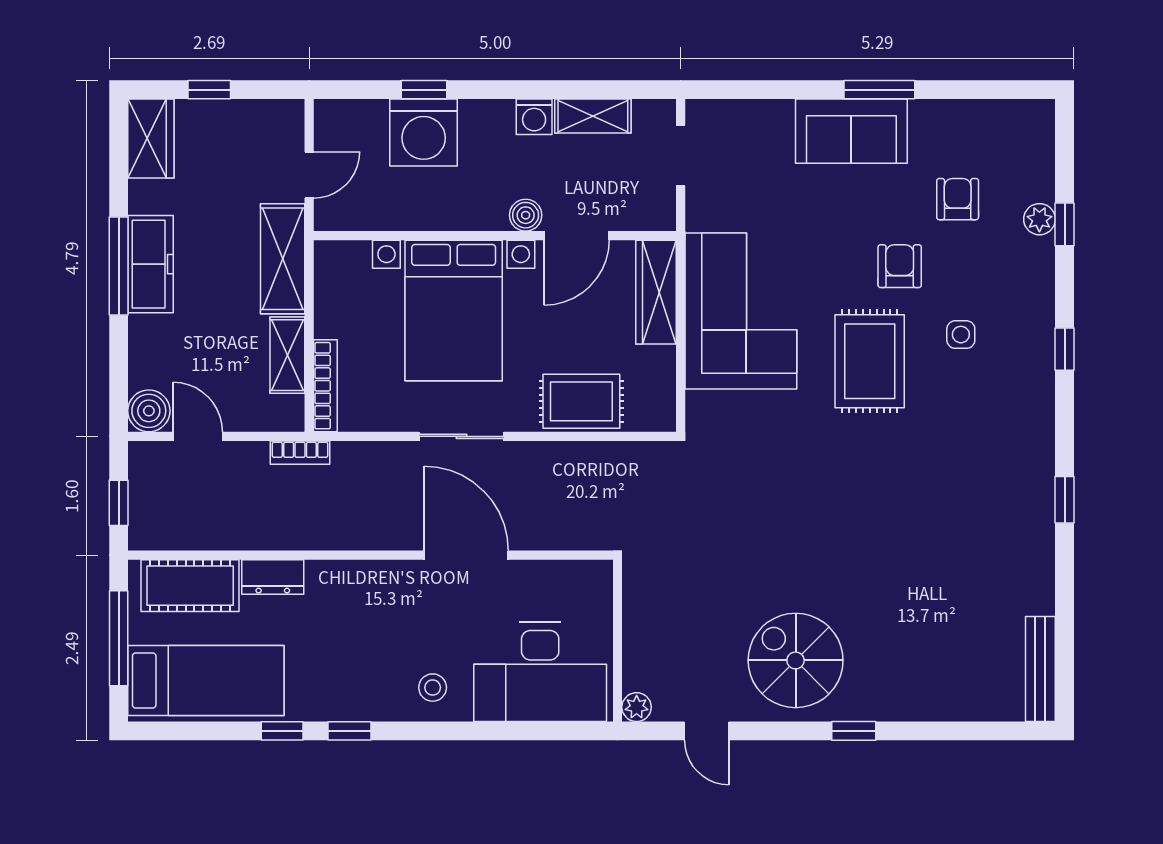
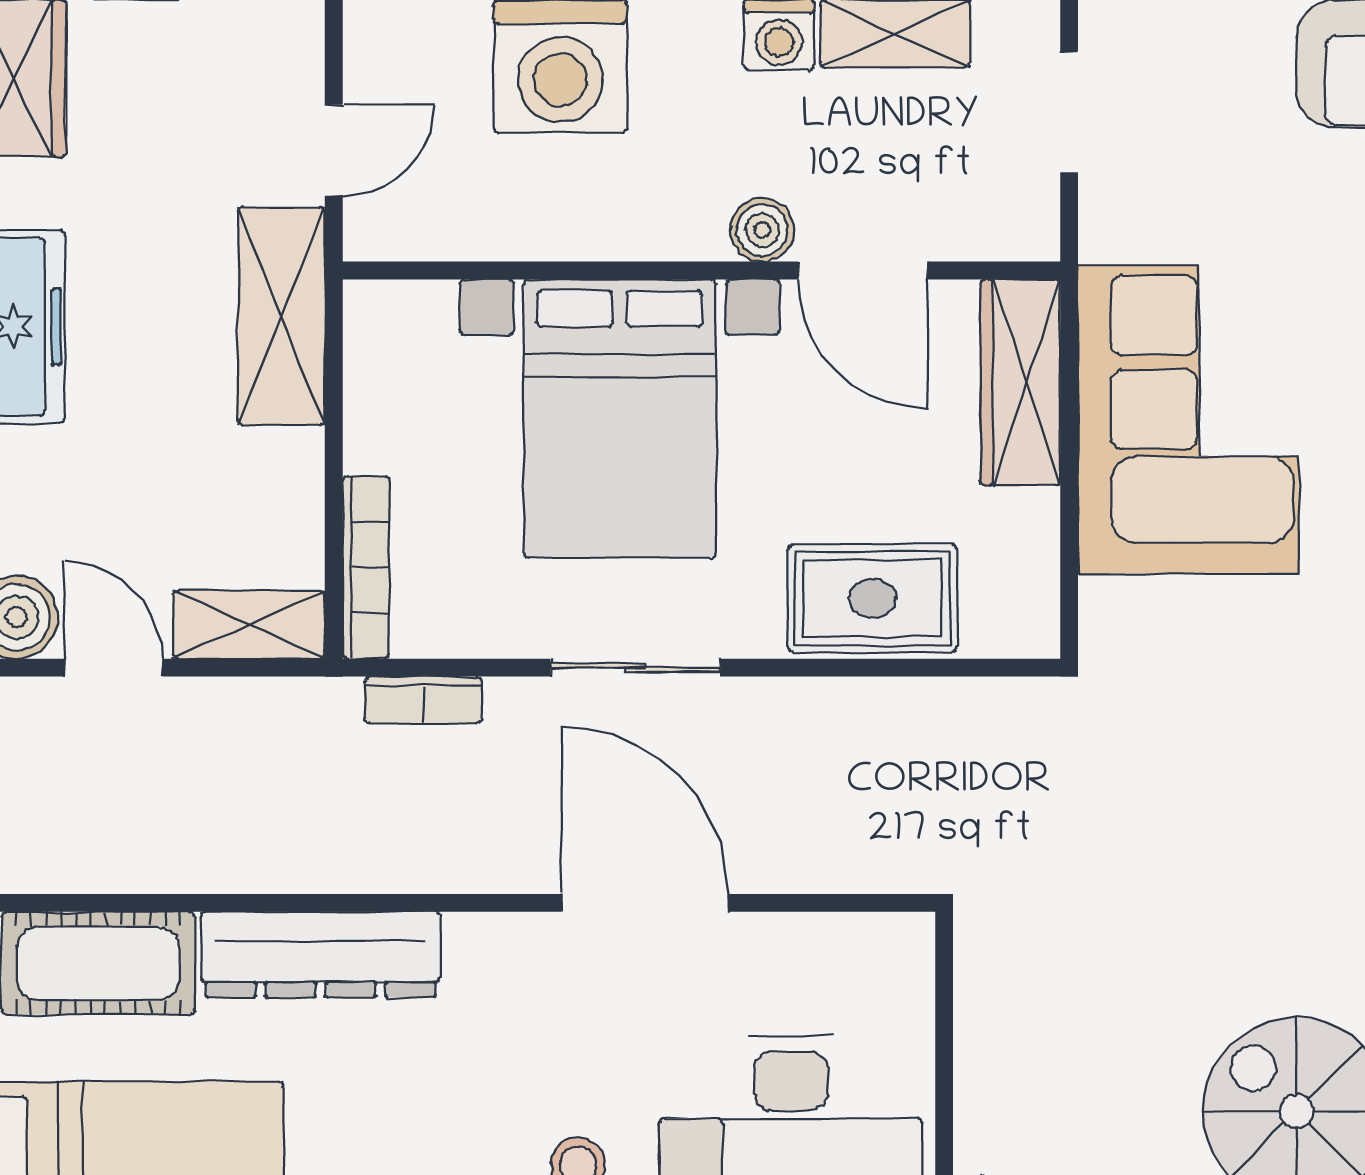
door: (576, 236) -> (863, 271), hinge flipped
shelving: (287, 355) -> (249, 625), moved, turned 90
bookcase: (300, 453) -> (423, 700), moved
dresser: (273, 577) -> (321, 954), width x1.96, depth x1.24

